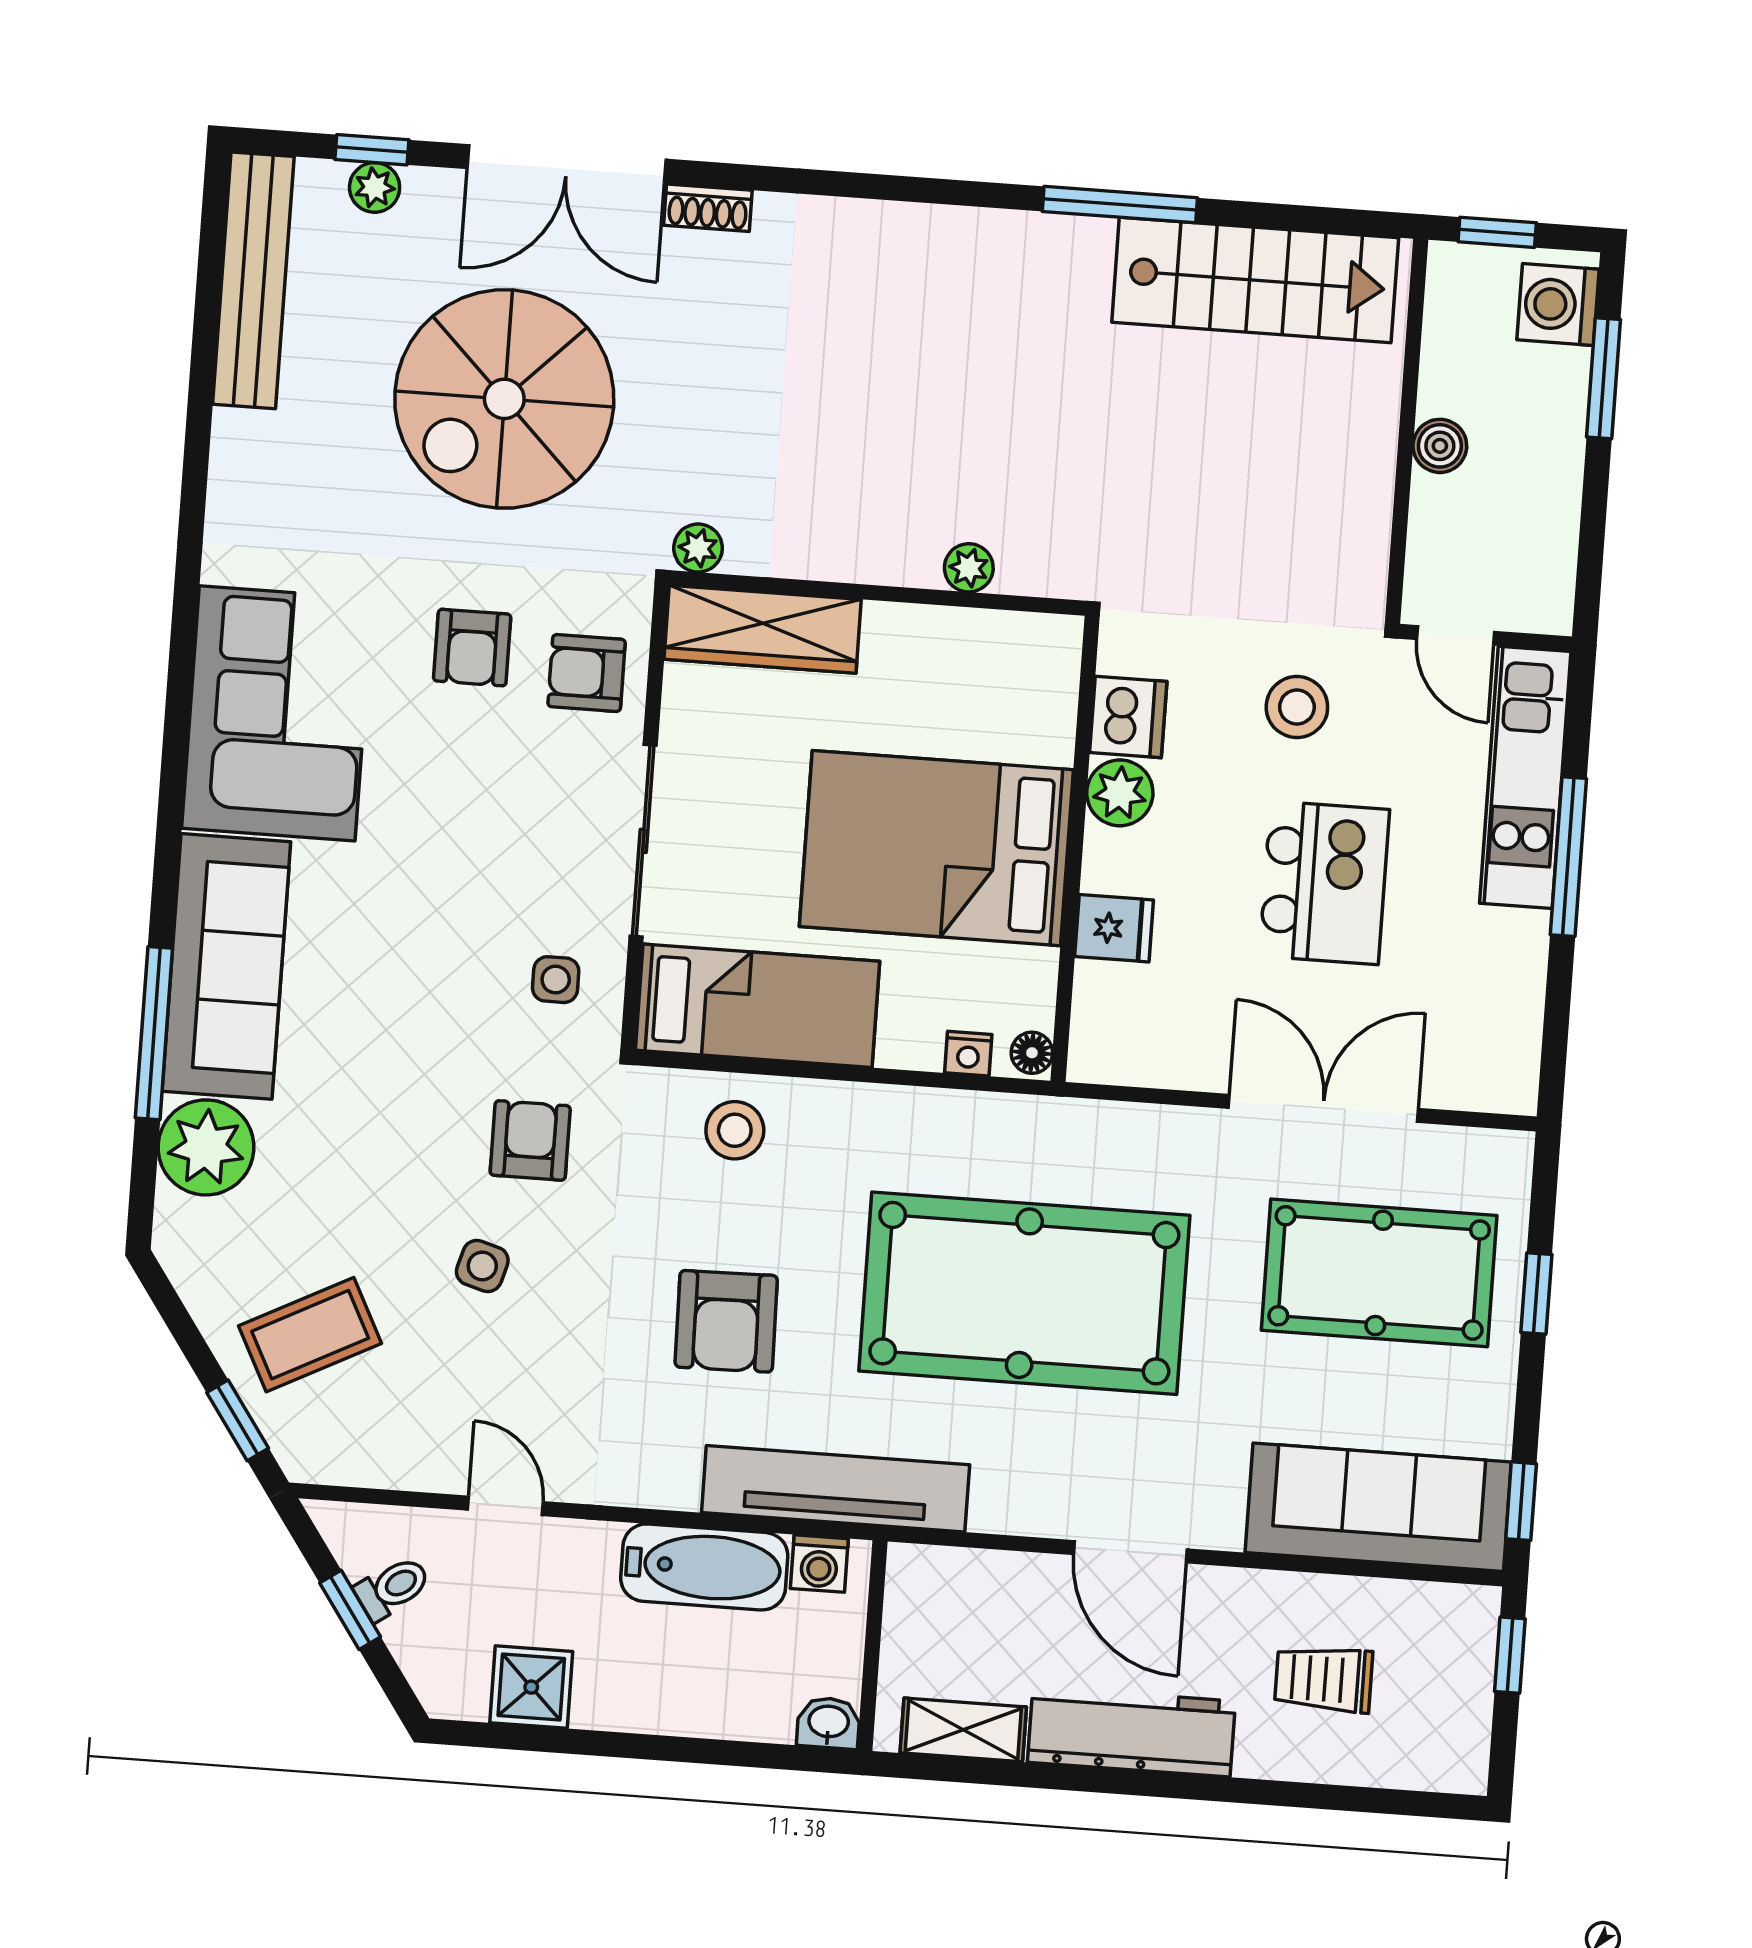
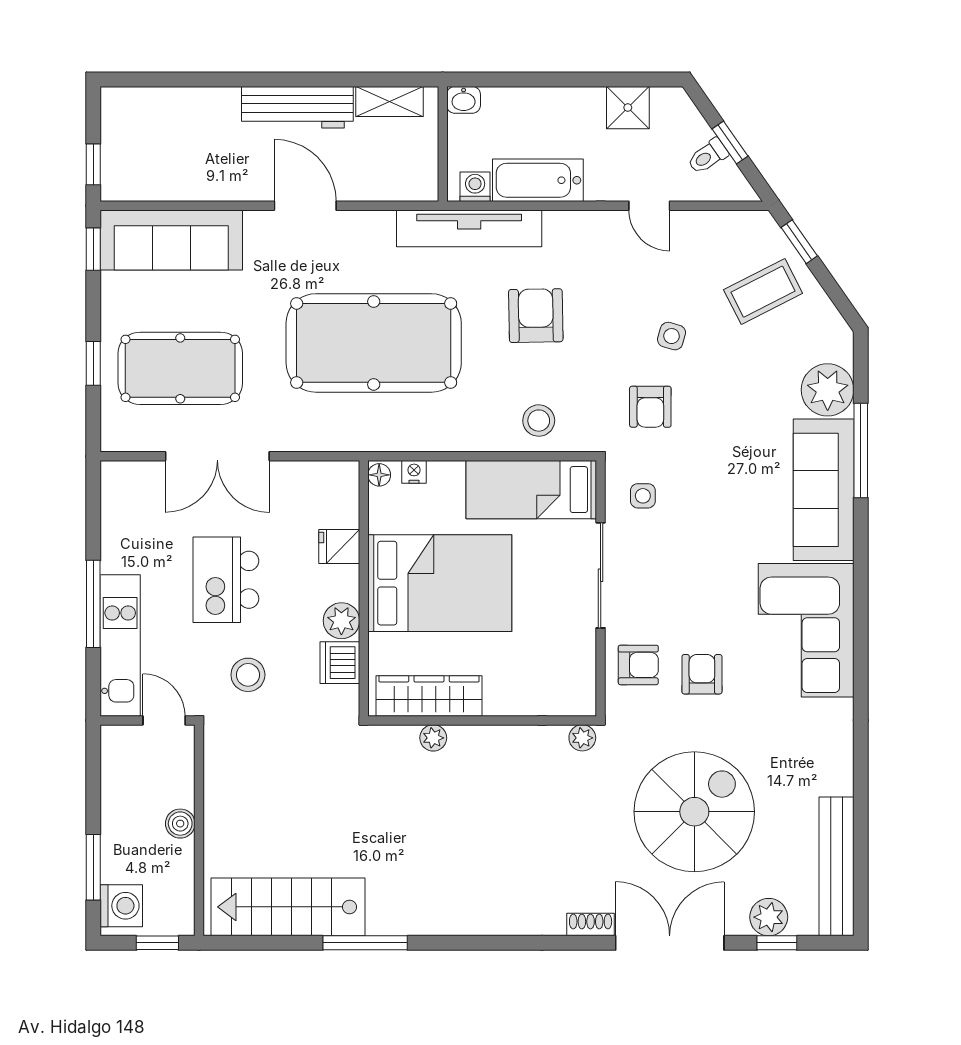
plant: (375, 187) -> (769, 917), width x1.38, depth x1.38
wardrobe: (763, 629) -> (429, 696), moved
trolley: (1324, 1679) -> (194, 144), removed

